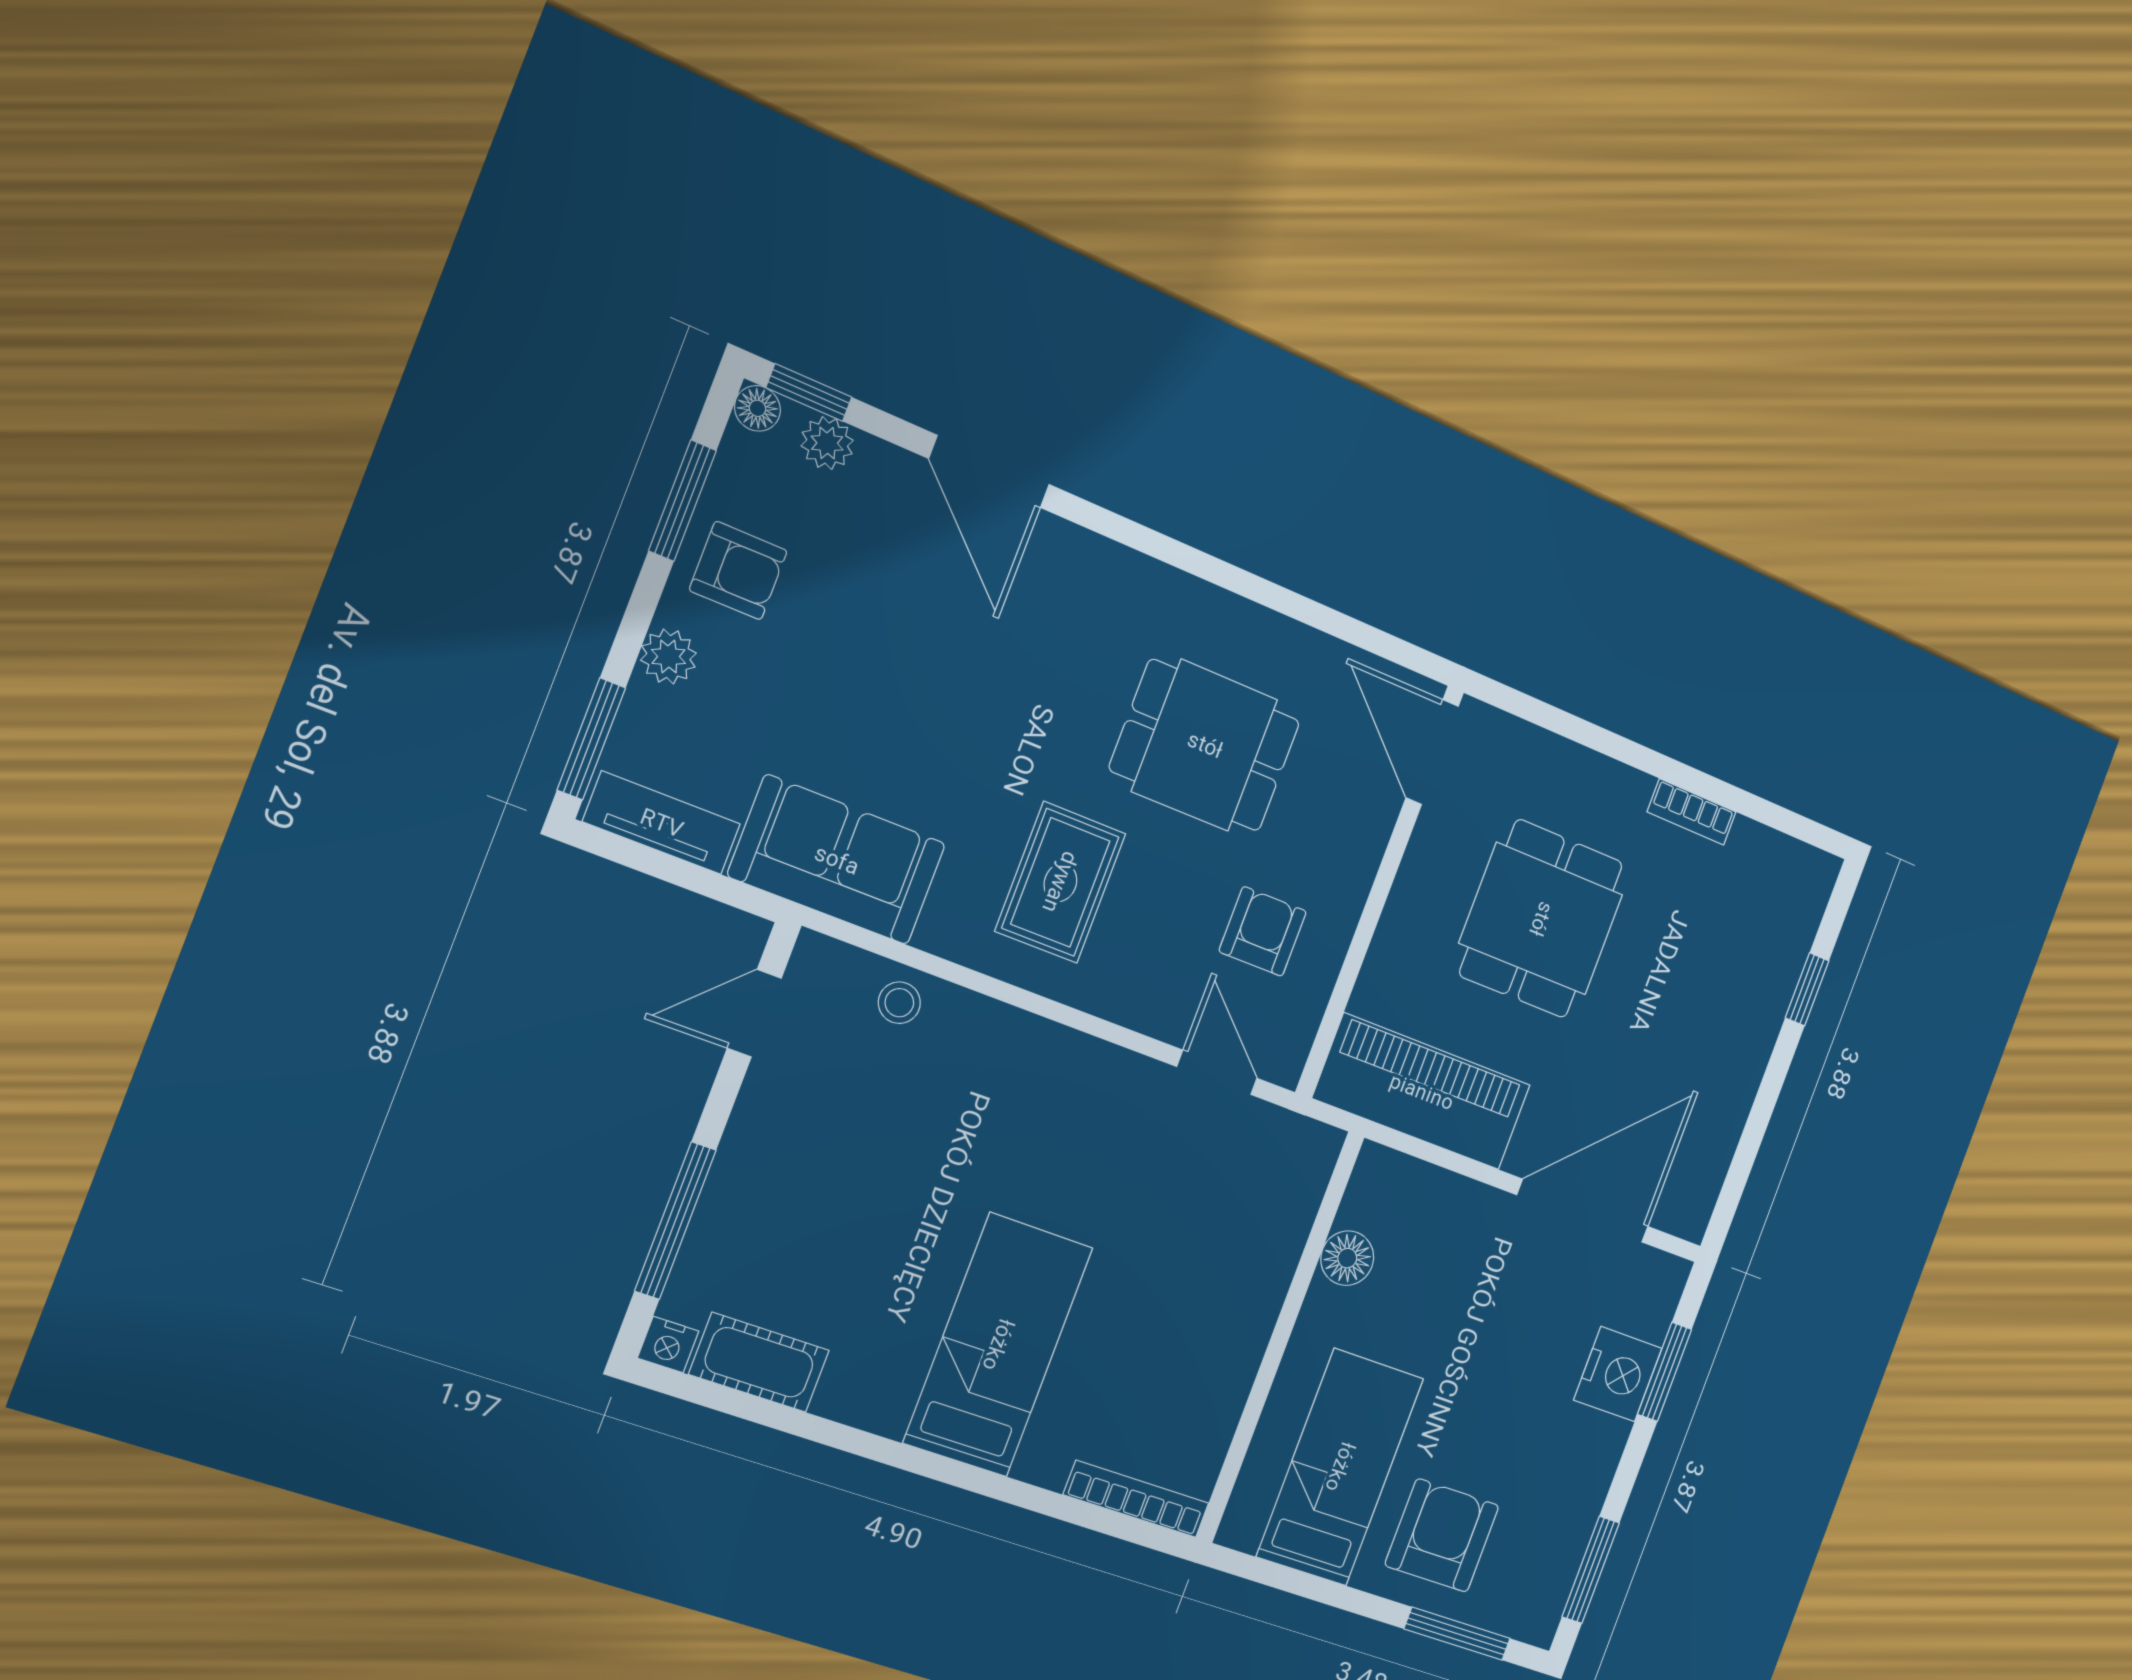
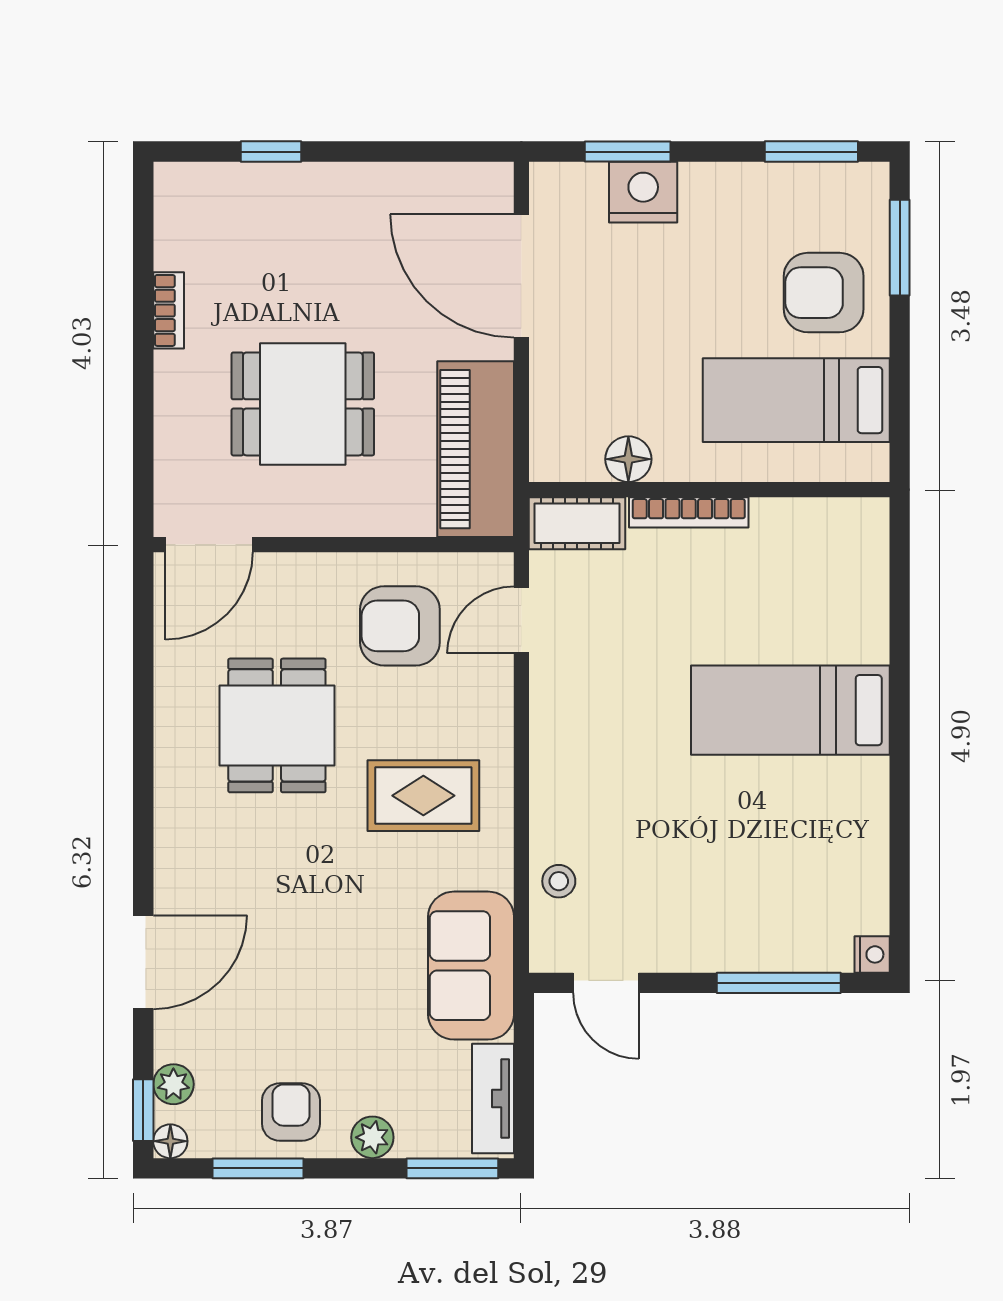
armchair: (1263, 931) -> (400, 626), width x1.38, depth x1.38
cot: (759, 1362) -> (577, 523), moved, turned 90
bookcase: (1136, 1499) -> (689, 512), moved, turned -90

